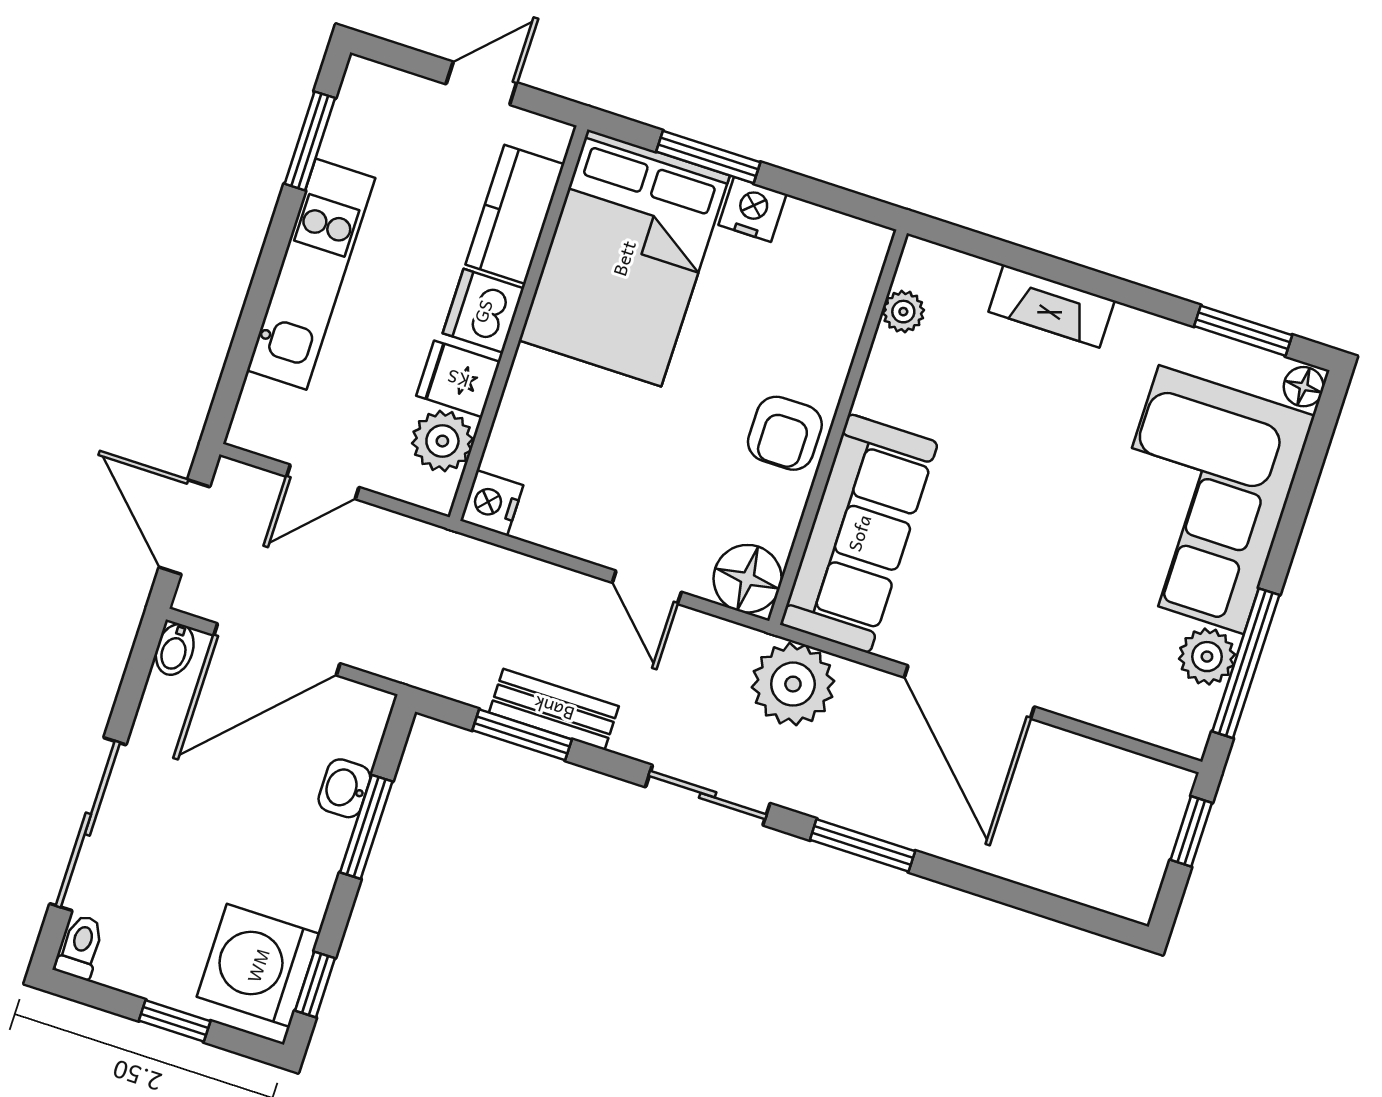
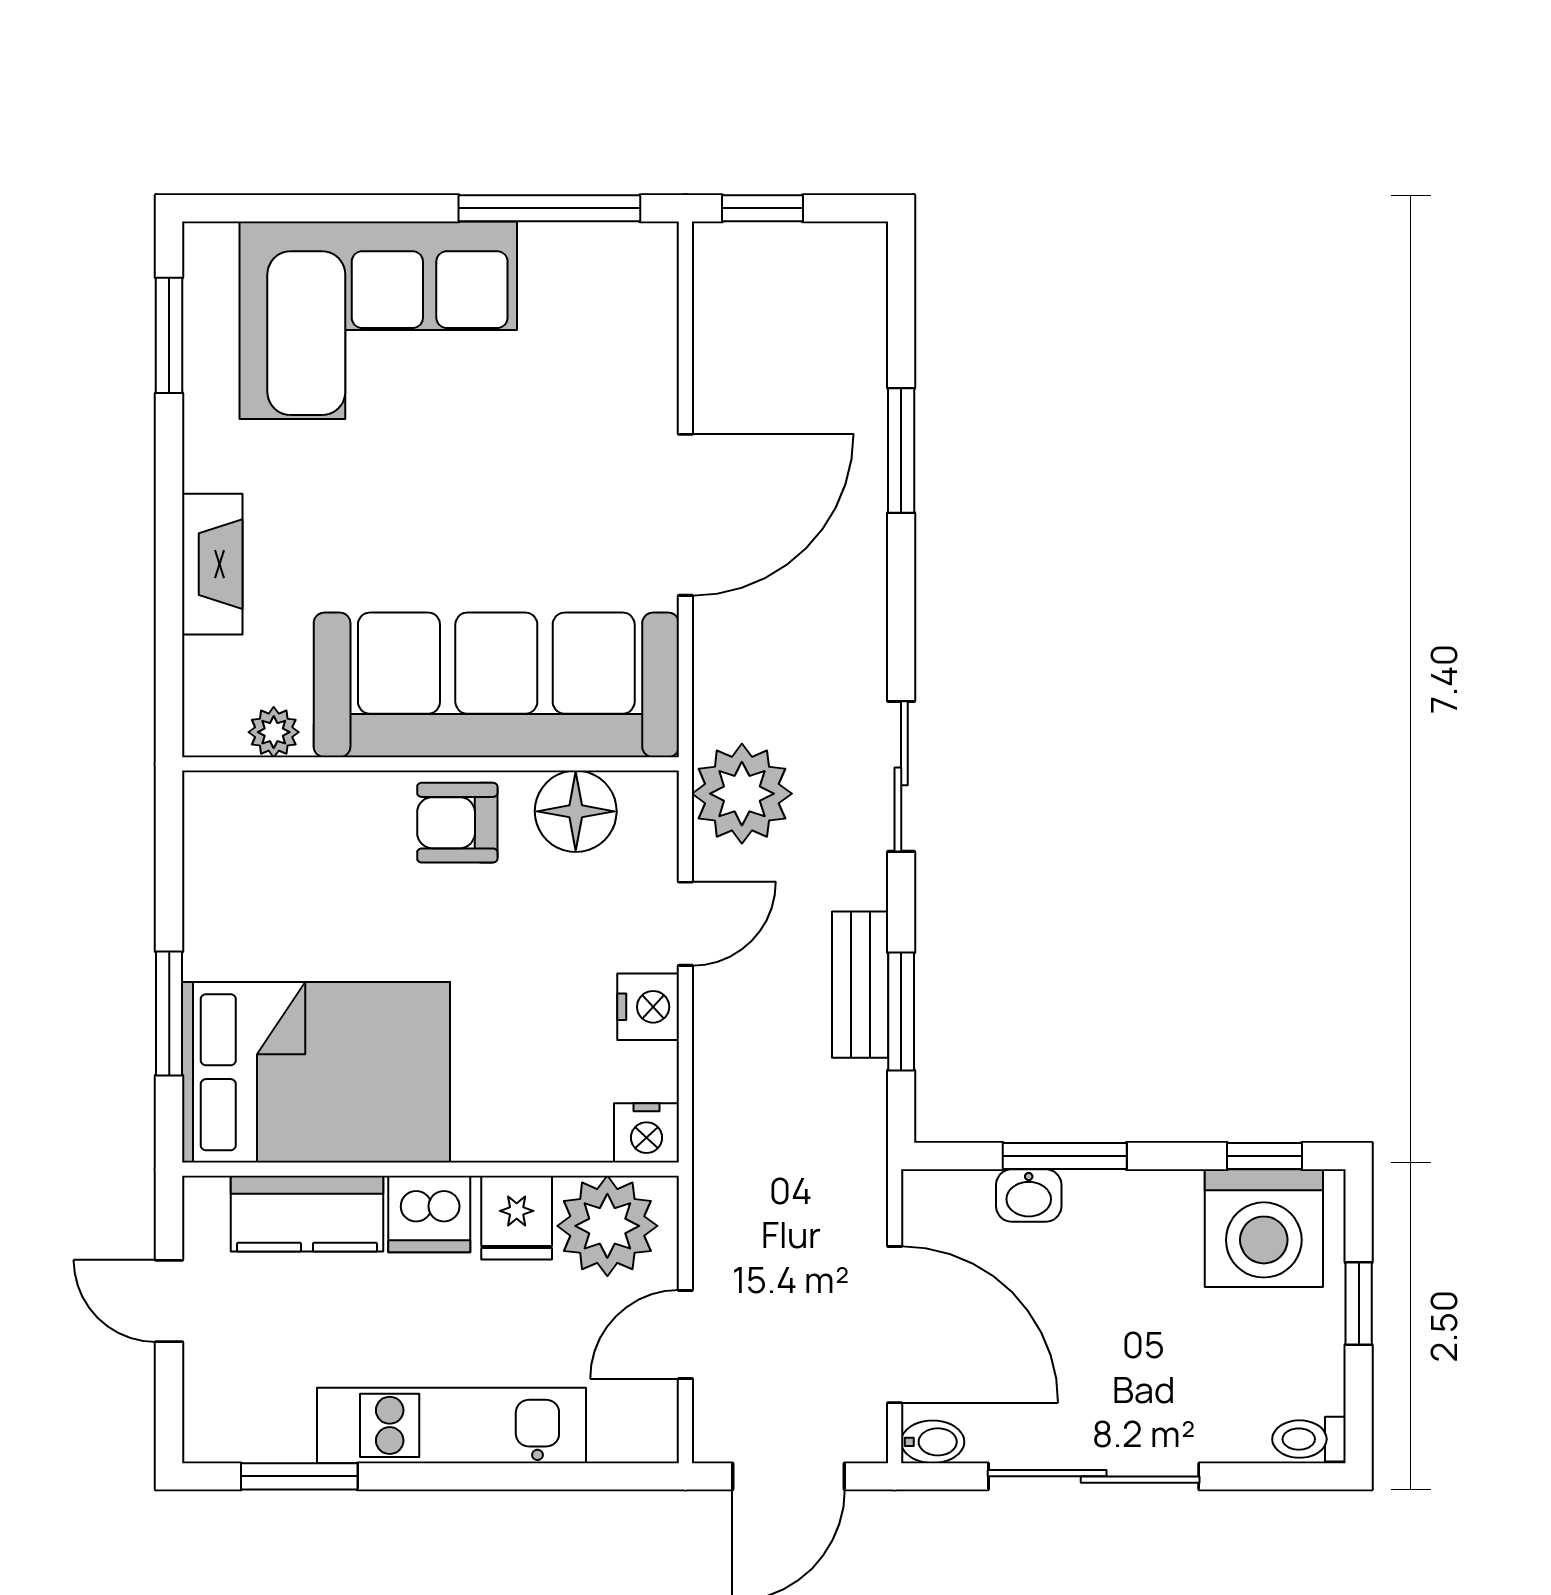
nightstand: (752, 209) -> (648, 1007), moved, turned 180
floor lamp: (1304, 387) -> (211, 245), removed
armchair: (785, 433) -> (457, 823), turned 180
plant: (442, 441) -> (607, 1226), width x1.36, depth x1.36
door: (323, 482) -> (685, 1334), swing flipped
sofa: (859, 533) -> (496, 685), width x1.36, depth x1.27
floor lamp: (748, 579) -> (576, 811), moved
plant: (1207, 657) -> (556, 255), removed
plant: (793, 684) -> (742, 794), moved
sliding door: (88, 824) -> (1094, 1476), moved
window: (863, 845) -> (901, 450), moved

